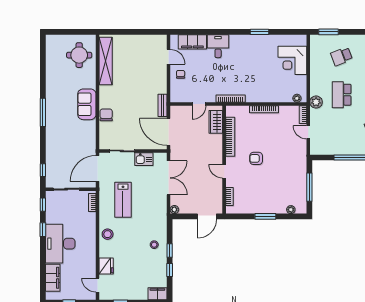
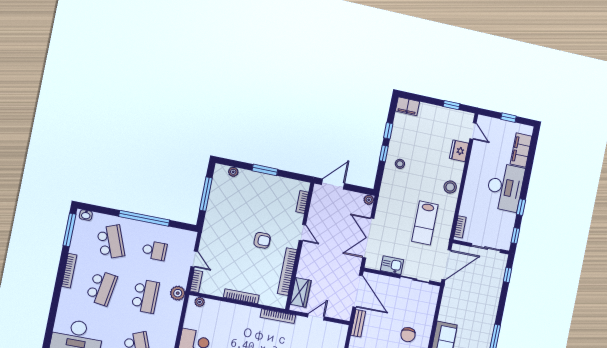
chair: (106, 115) -> (408, 335), moved
school desk: (342, 133) -> (154, 250), added
lab bench: (123, 200) -> (425, 223), turned 180

